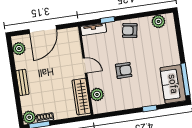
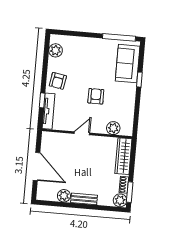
tv unit: (93, 29) -> (48, 111), width x1.41
plant: (19, 49) -> (64, 196), moved
sofa: (173, 84) -> (128, 64), moved, turned 90
wardrobe: (81, 97) -> (123, 156), moved, turned 90

